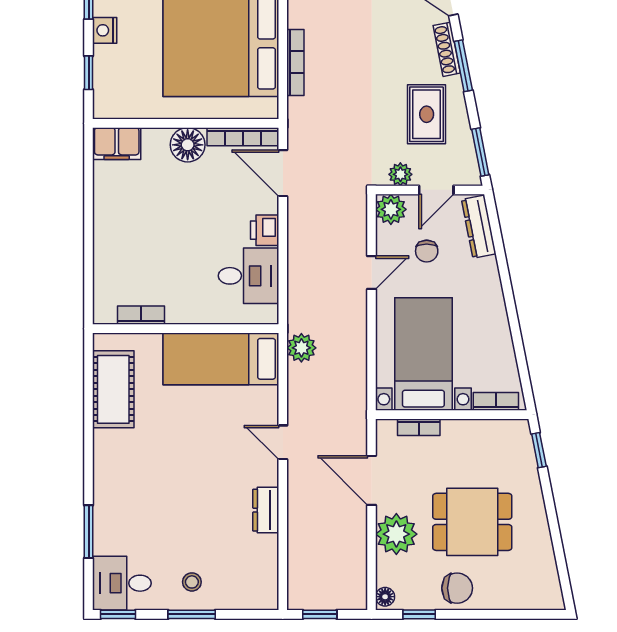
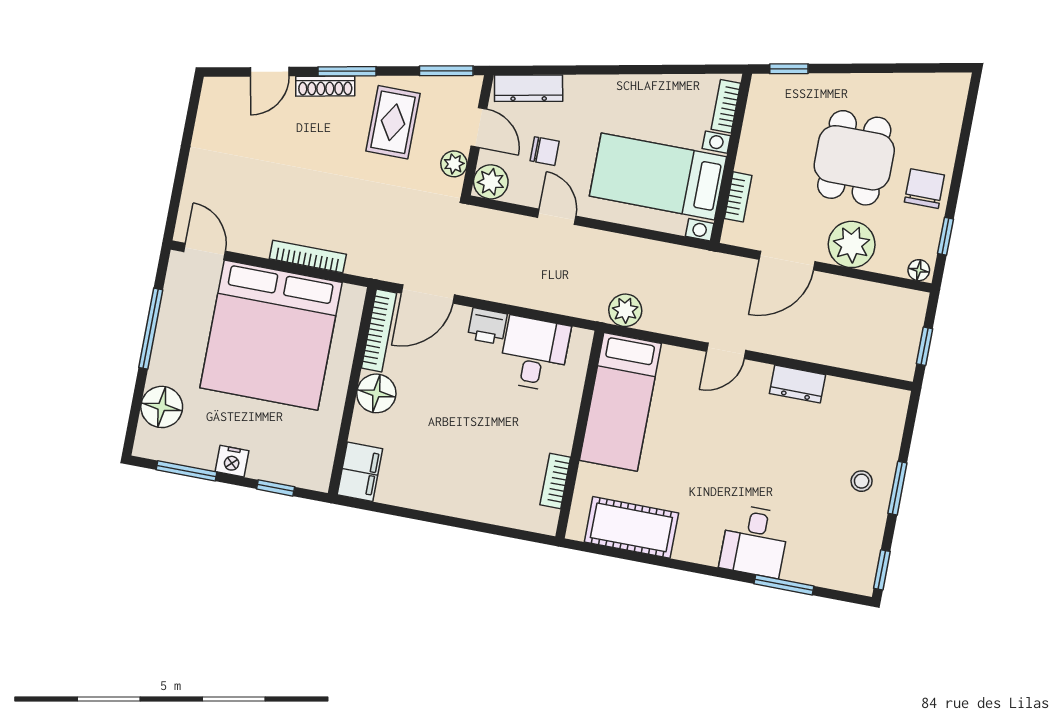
rug: (427, 114) -> (393, 122), turned 90
desk: (122, 583) -> (755, 541), moved

